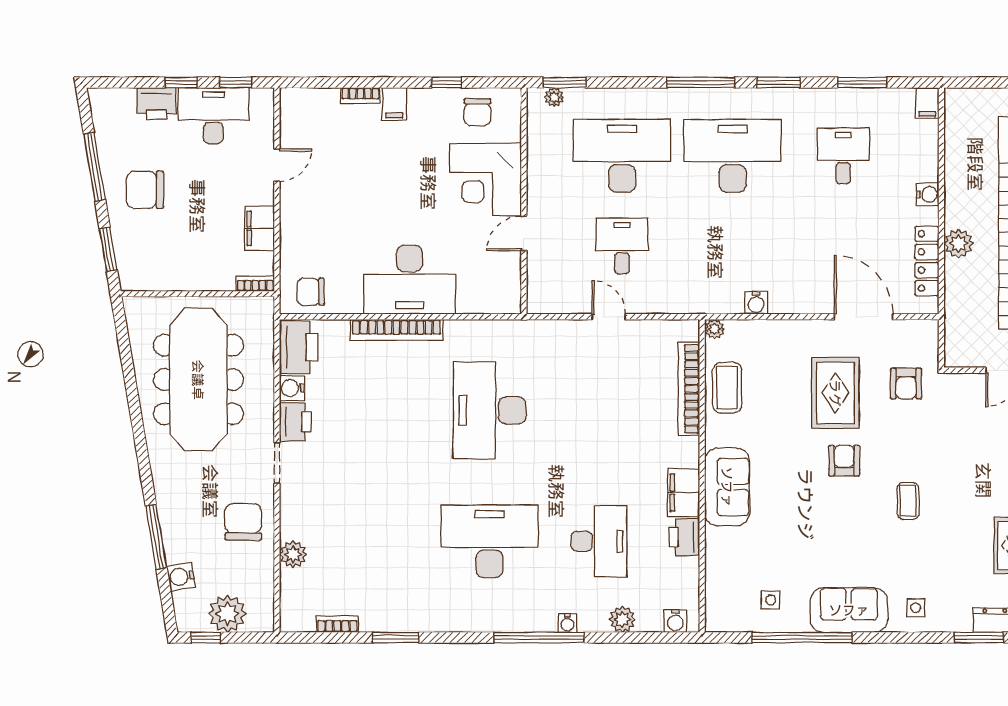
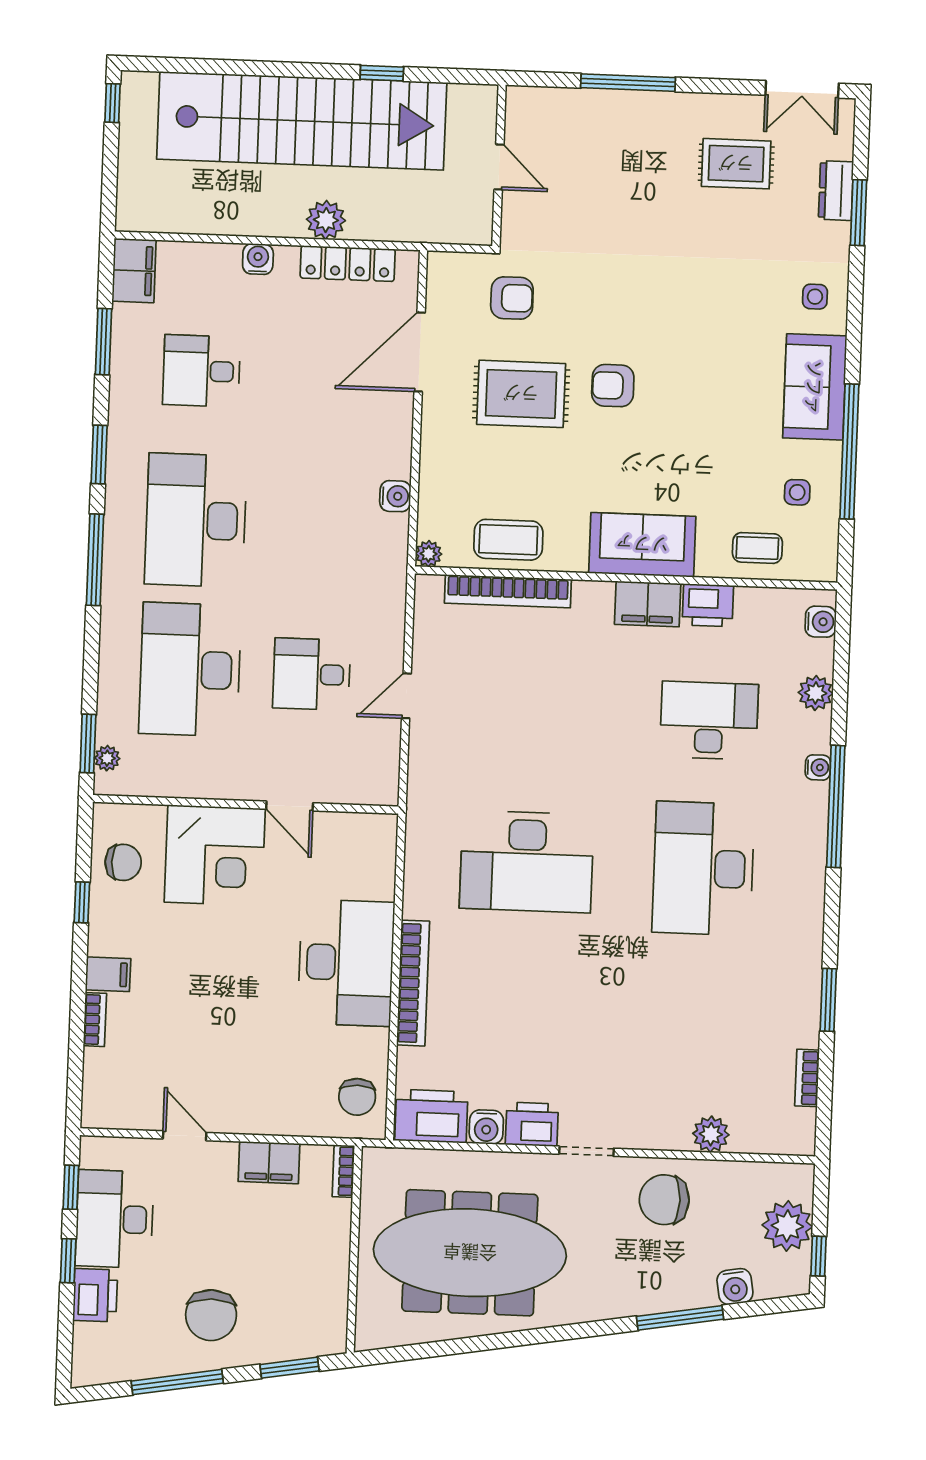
filing cabinet: (927, 103) -> (134, 271), width x2.00
coffee table: (908, 501) -> (757, 548), moved

